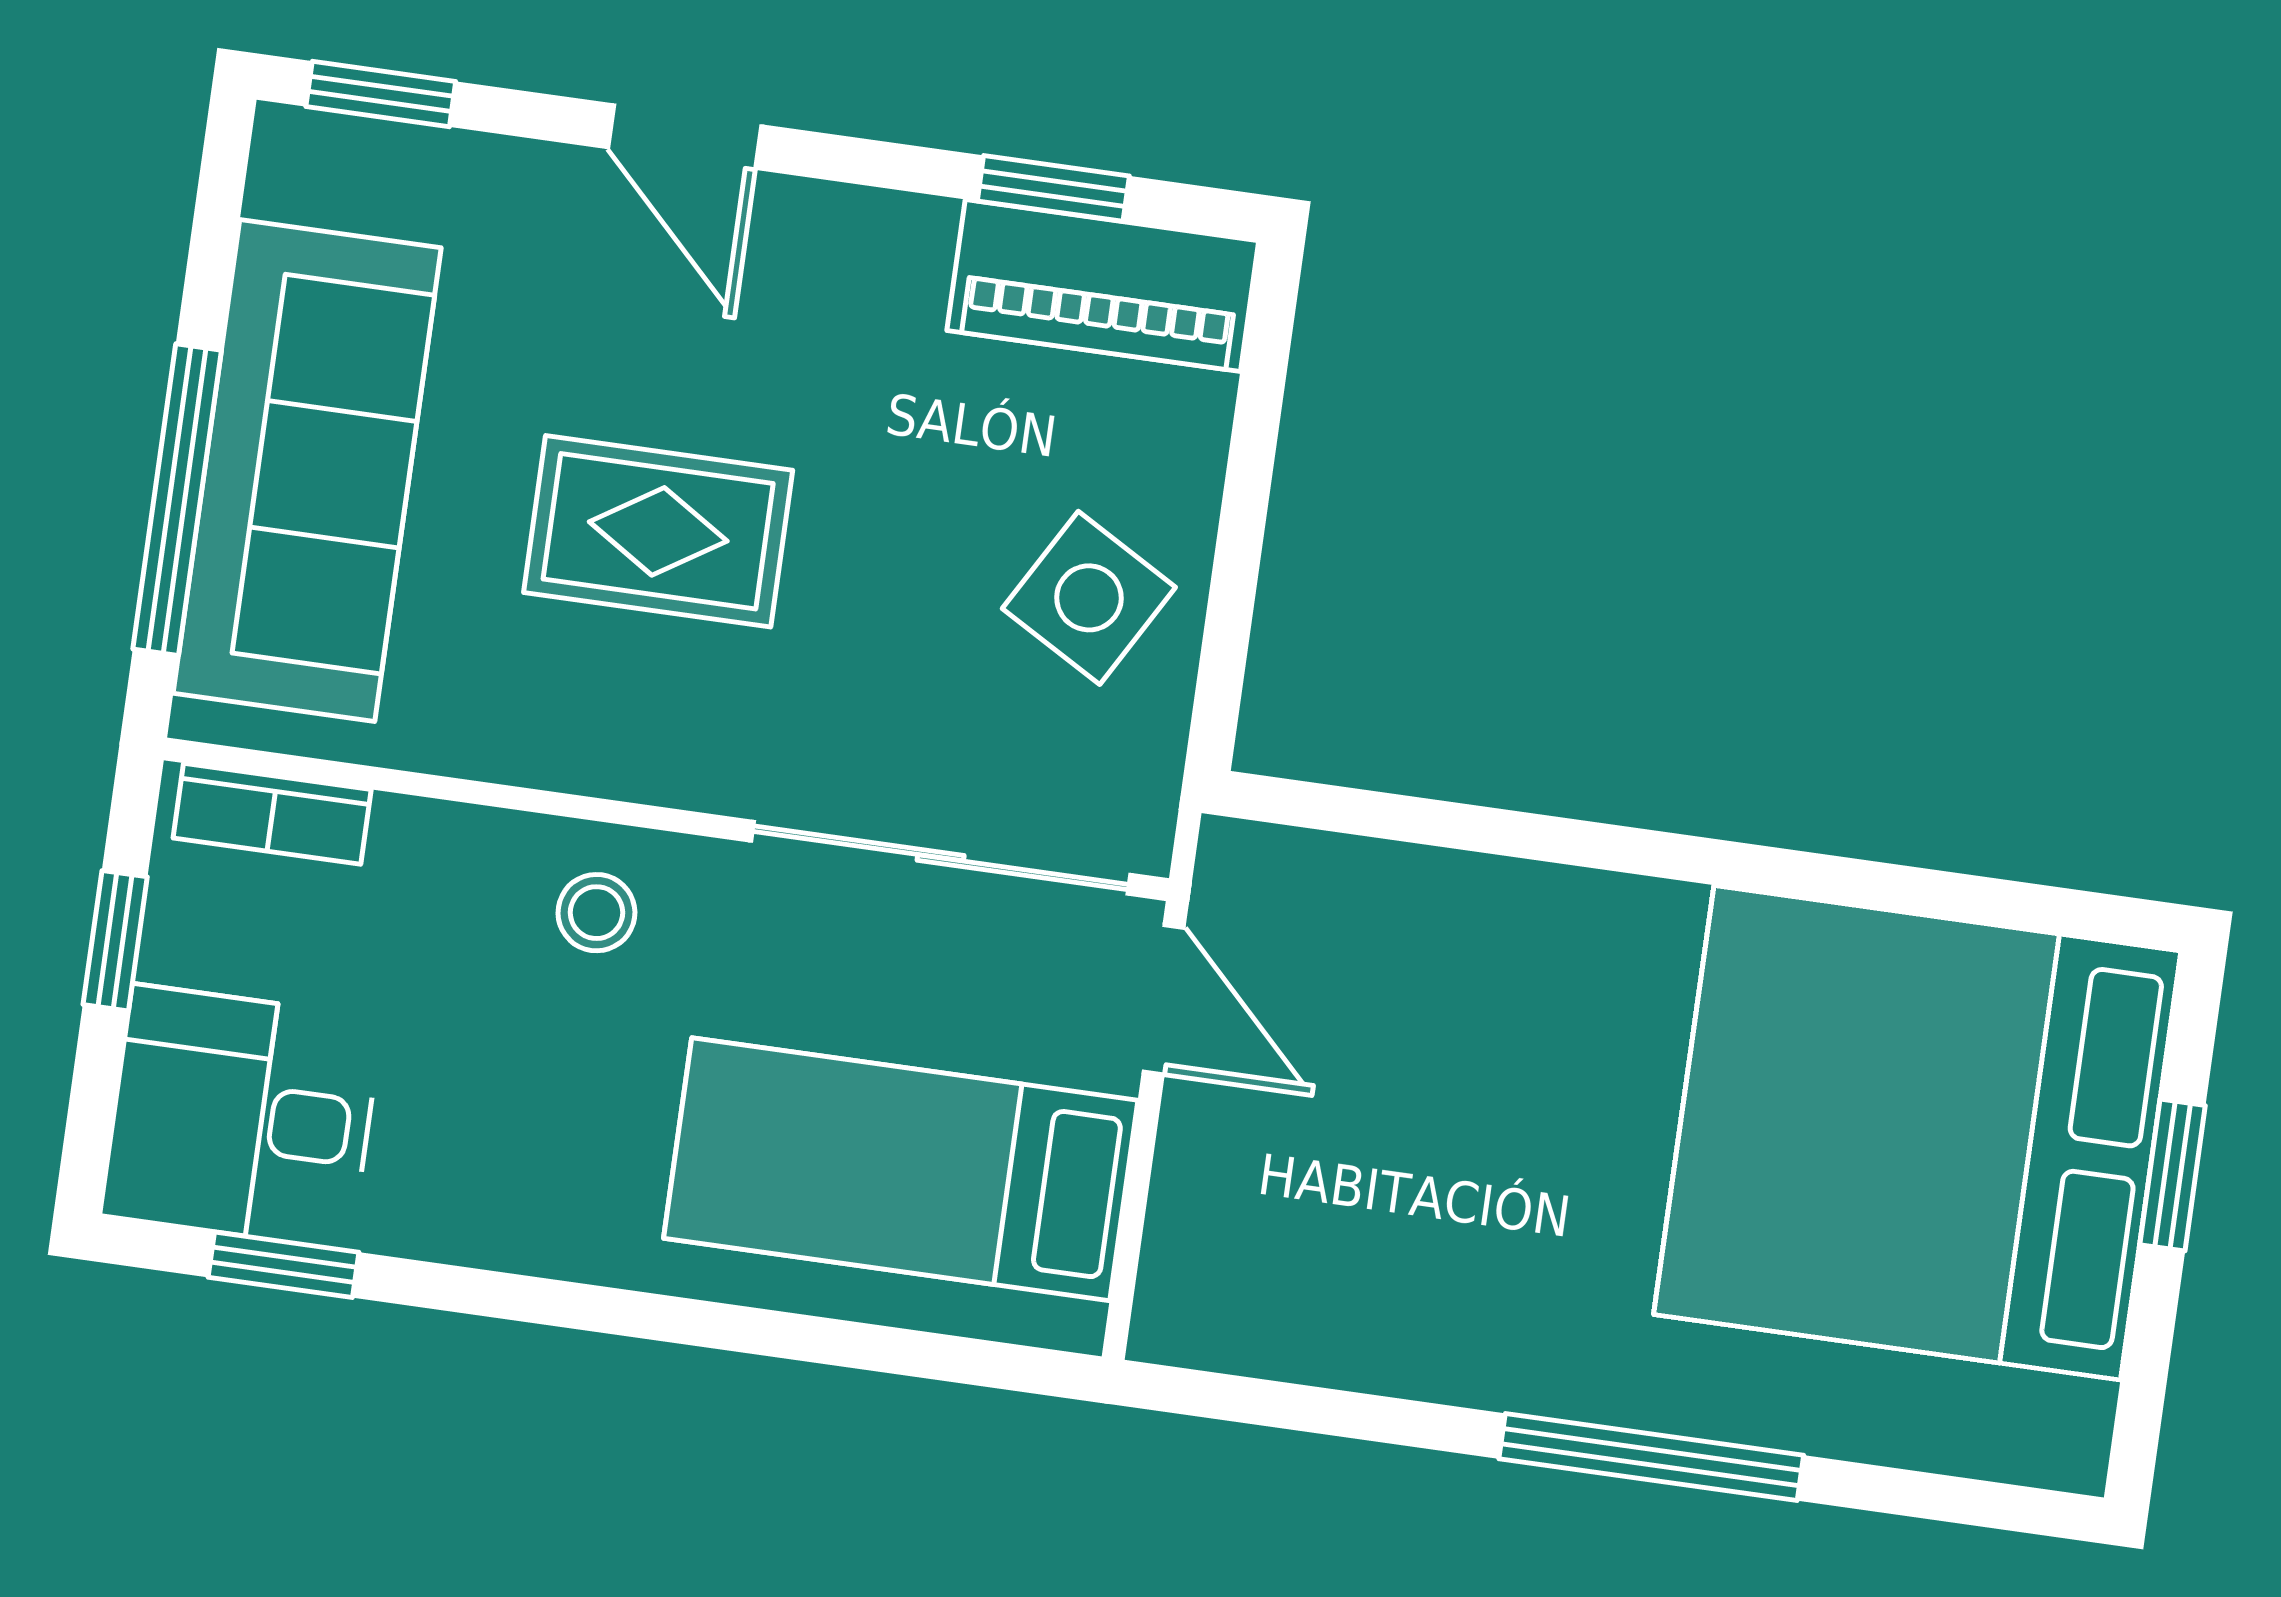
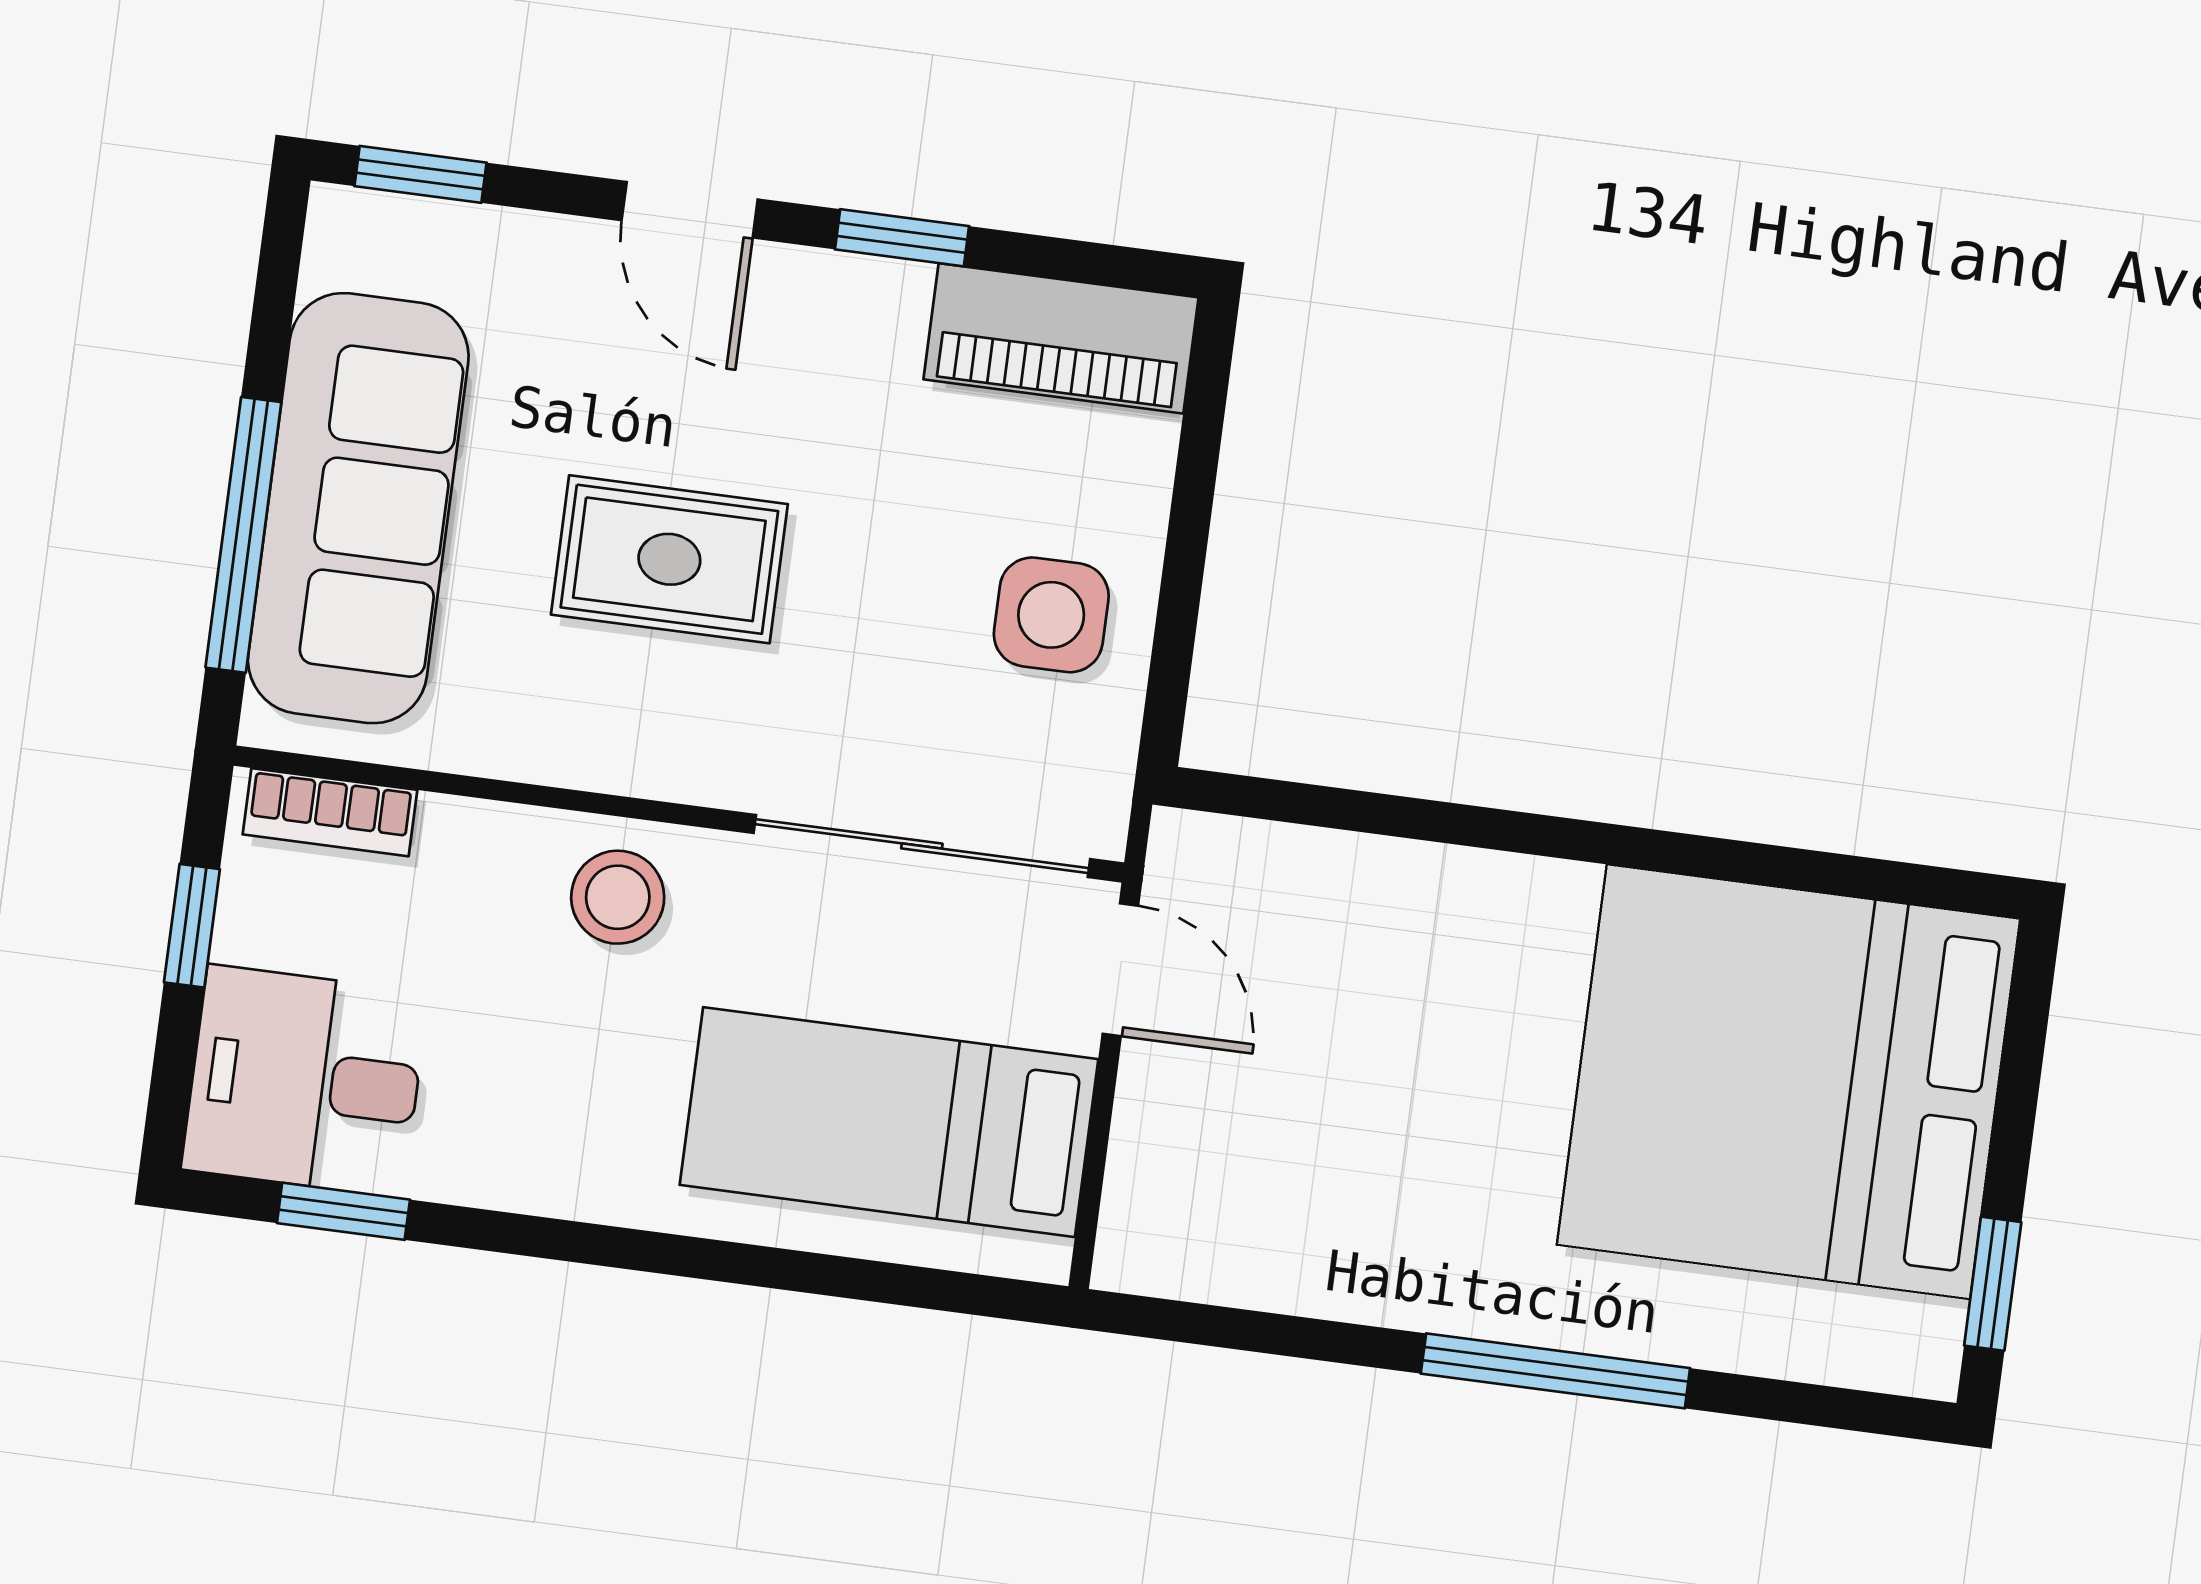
window: (1053, 188) -> (902, 238), moved
side table: (1089, 598) -> (1051, 615), turned -30
stool: (596, 913) -> (618, 897), width x1.37, depth x1.37
window: (2172, 1175) -> (1993, 1284), moved

